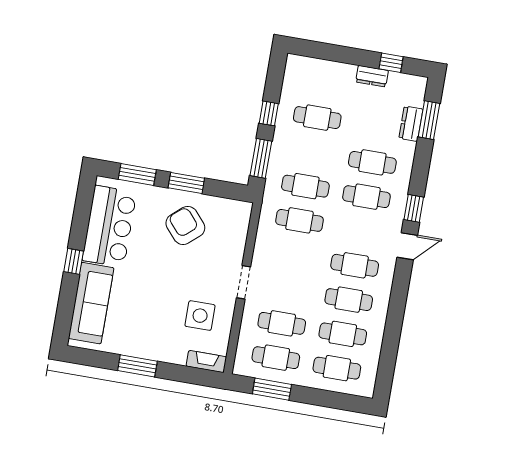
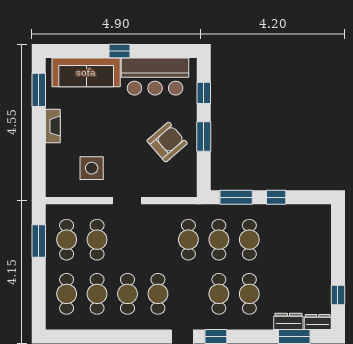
dresser: (372, 76) -> (318, 322), moved, turned 90
cafe table: (317, 118) -> (249, 240), moved
window: (137, 174) -> (204, 93), width x0.67
fireplace: (206, 362) -> (53, 126), moved
window: (137, 366) -> (39, 90), moved

